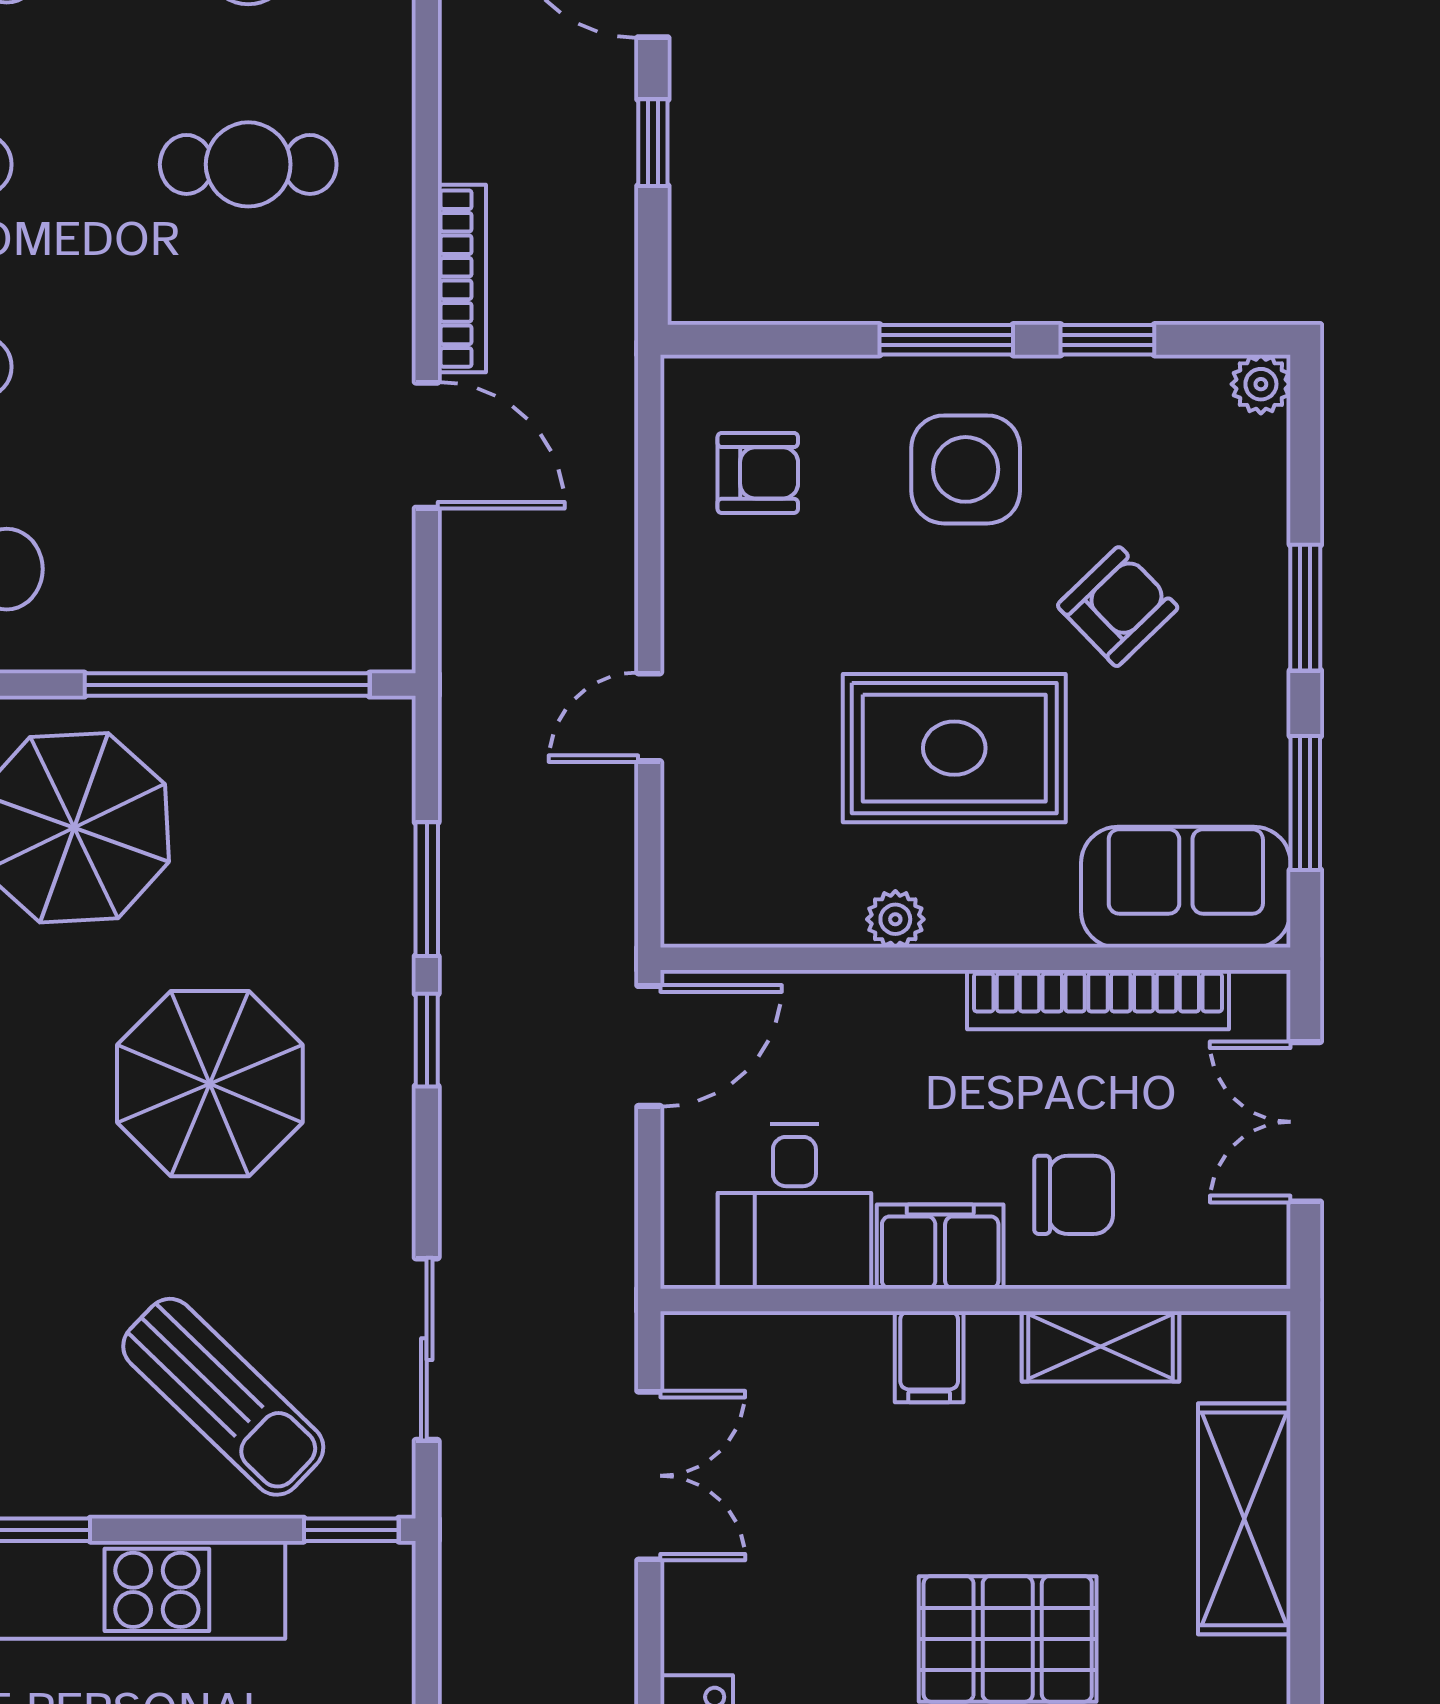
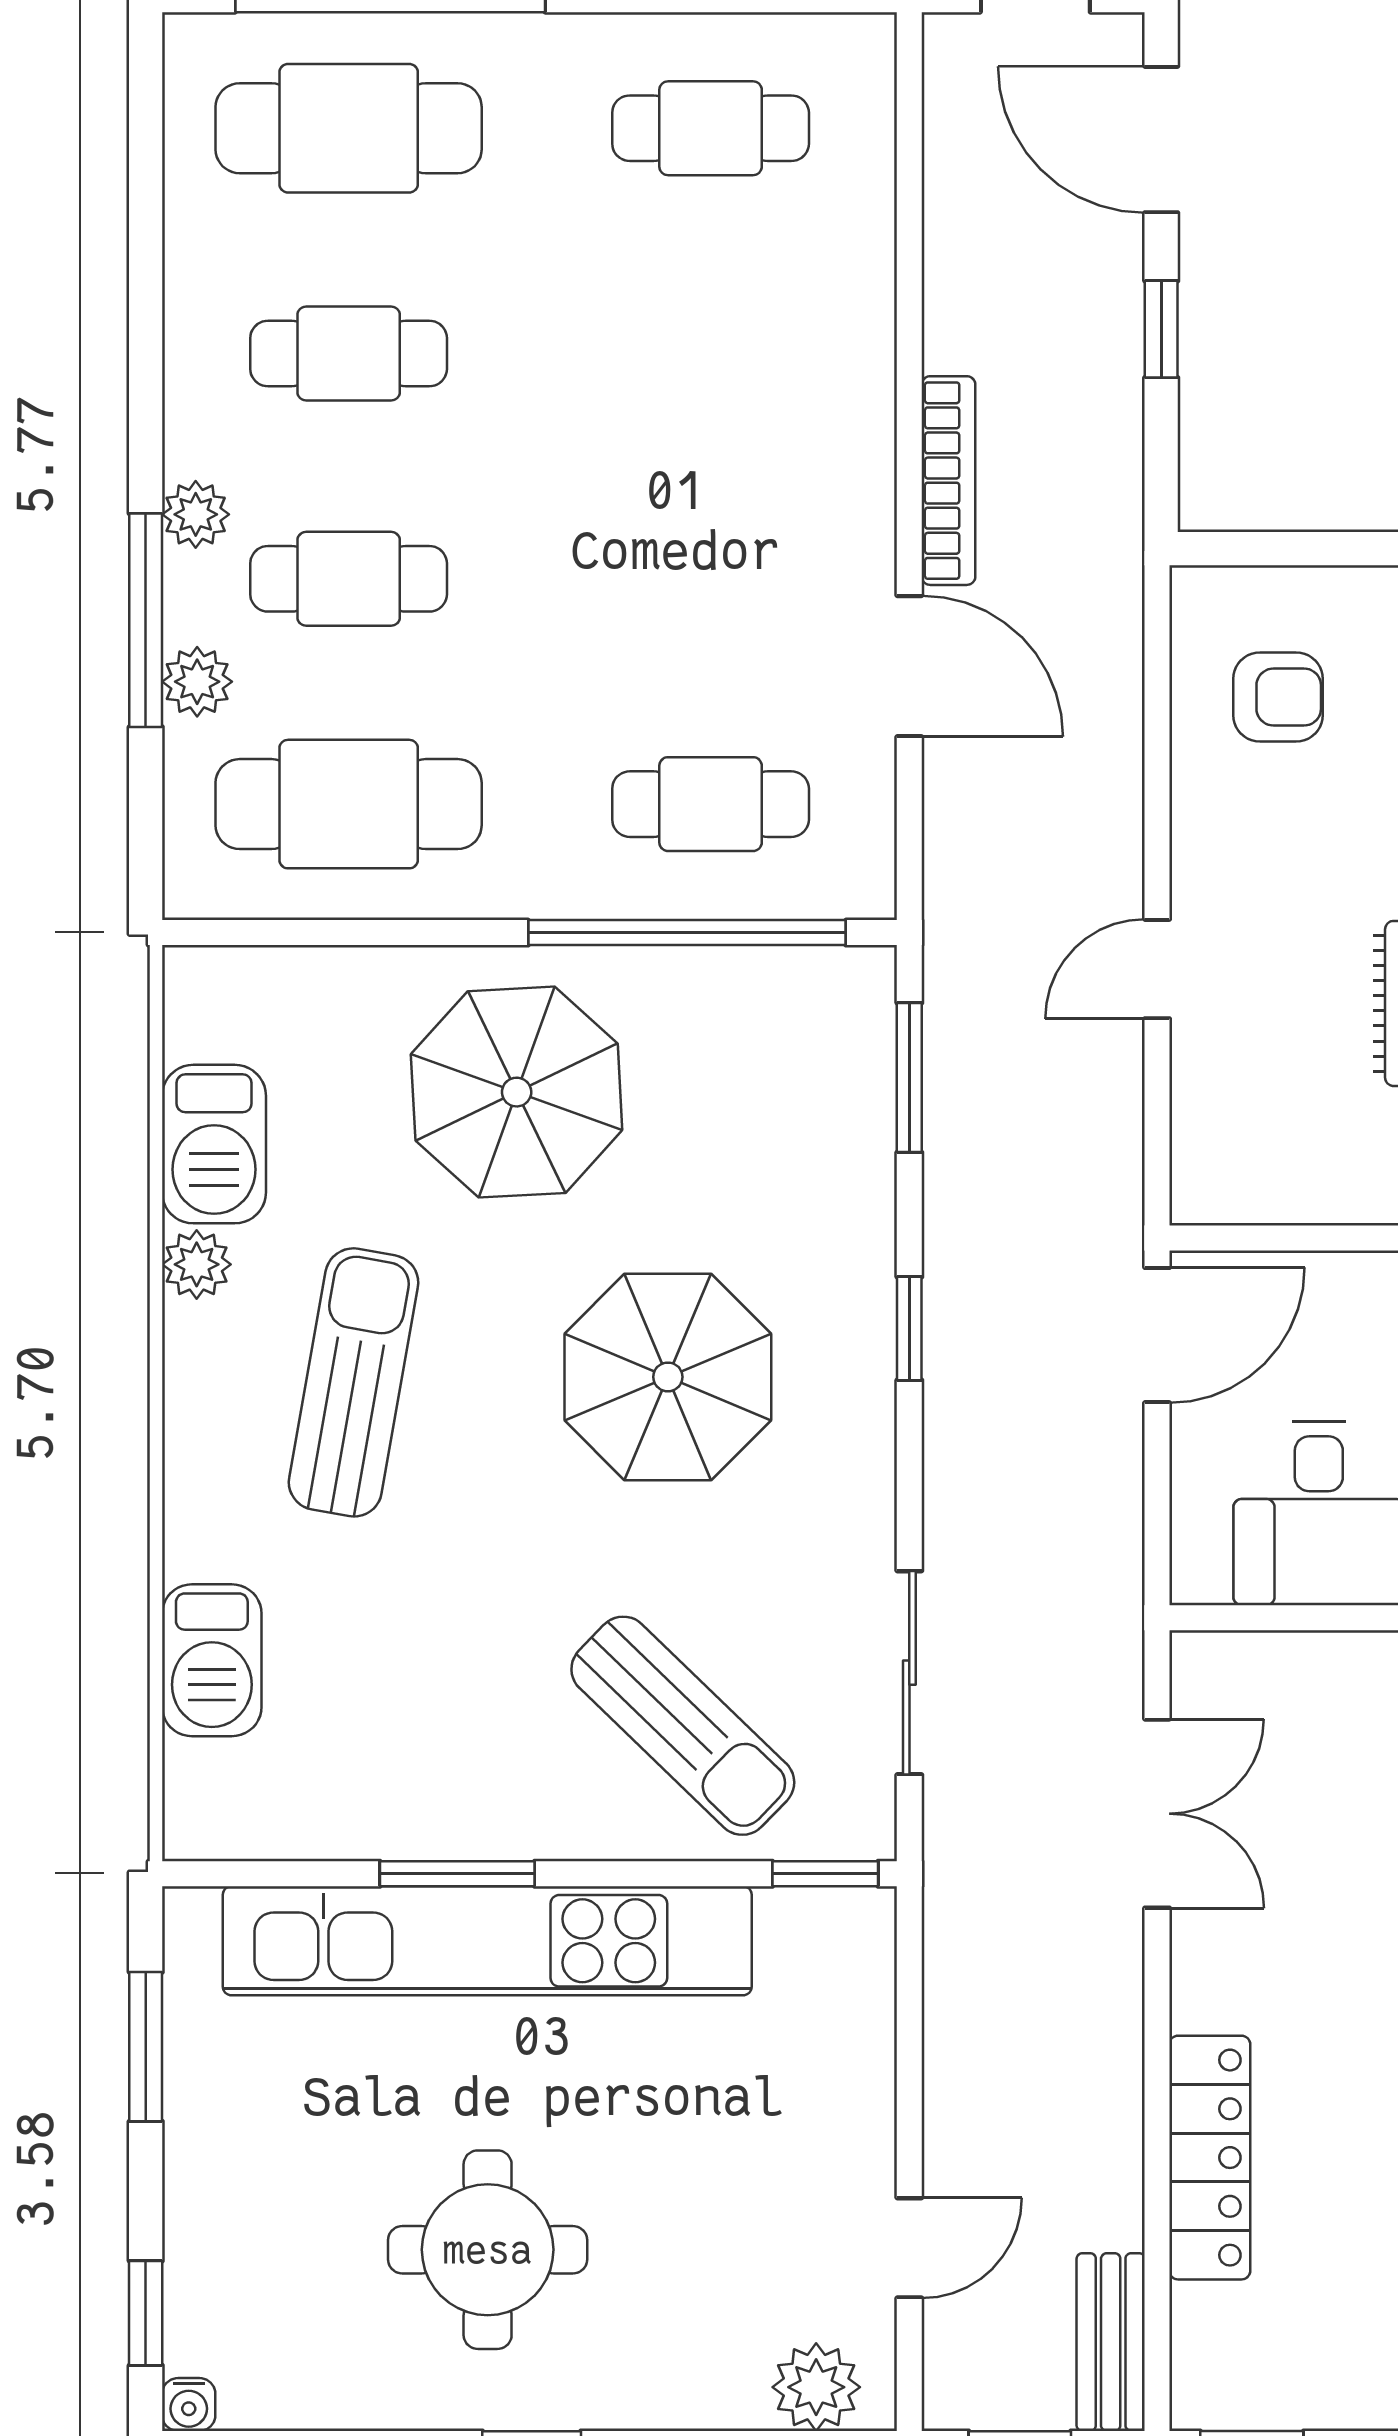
cafe table: (248, 164) -> (711, 804), moved
window: (427, 889) -> (909, 1078), moved

